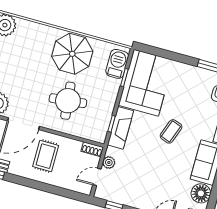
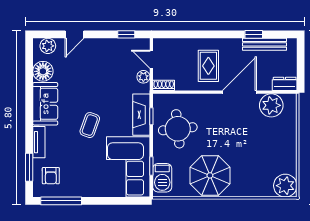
round table: (68, 101) -> (178, 129), moved
door: (97, 177) -> (151, 59), swing flipped

